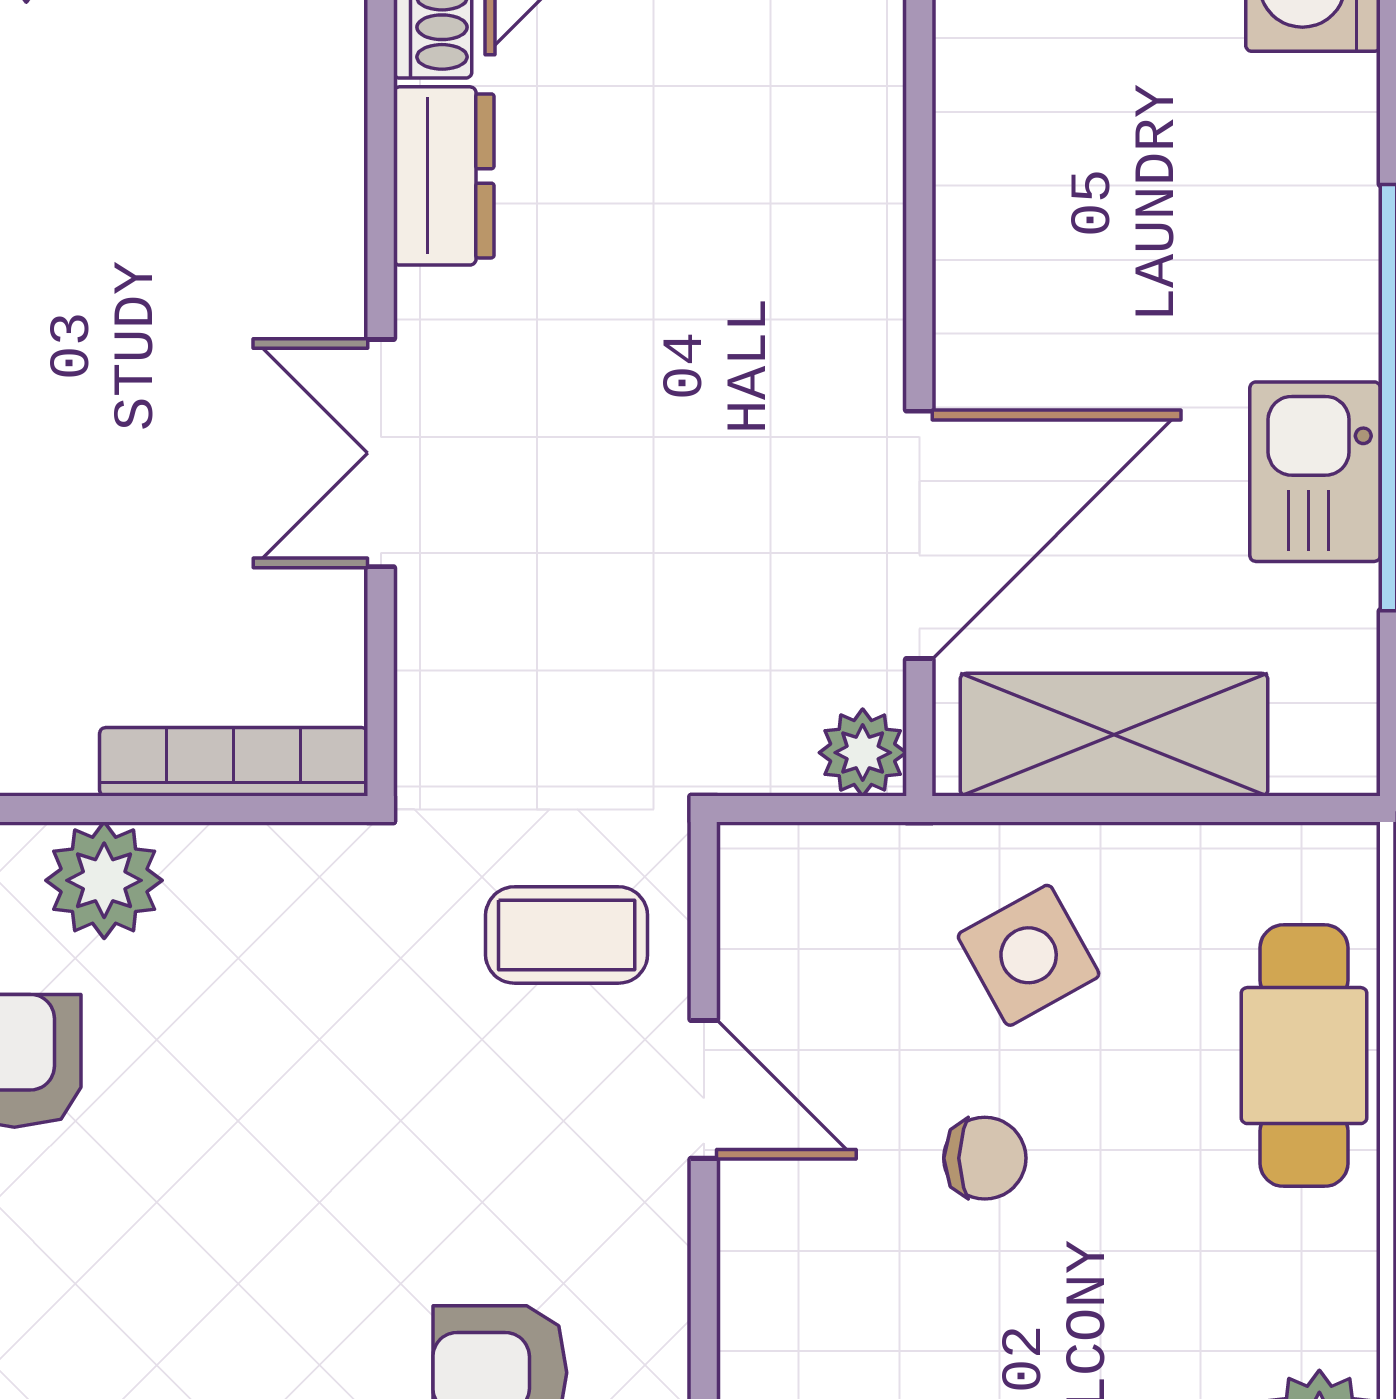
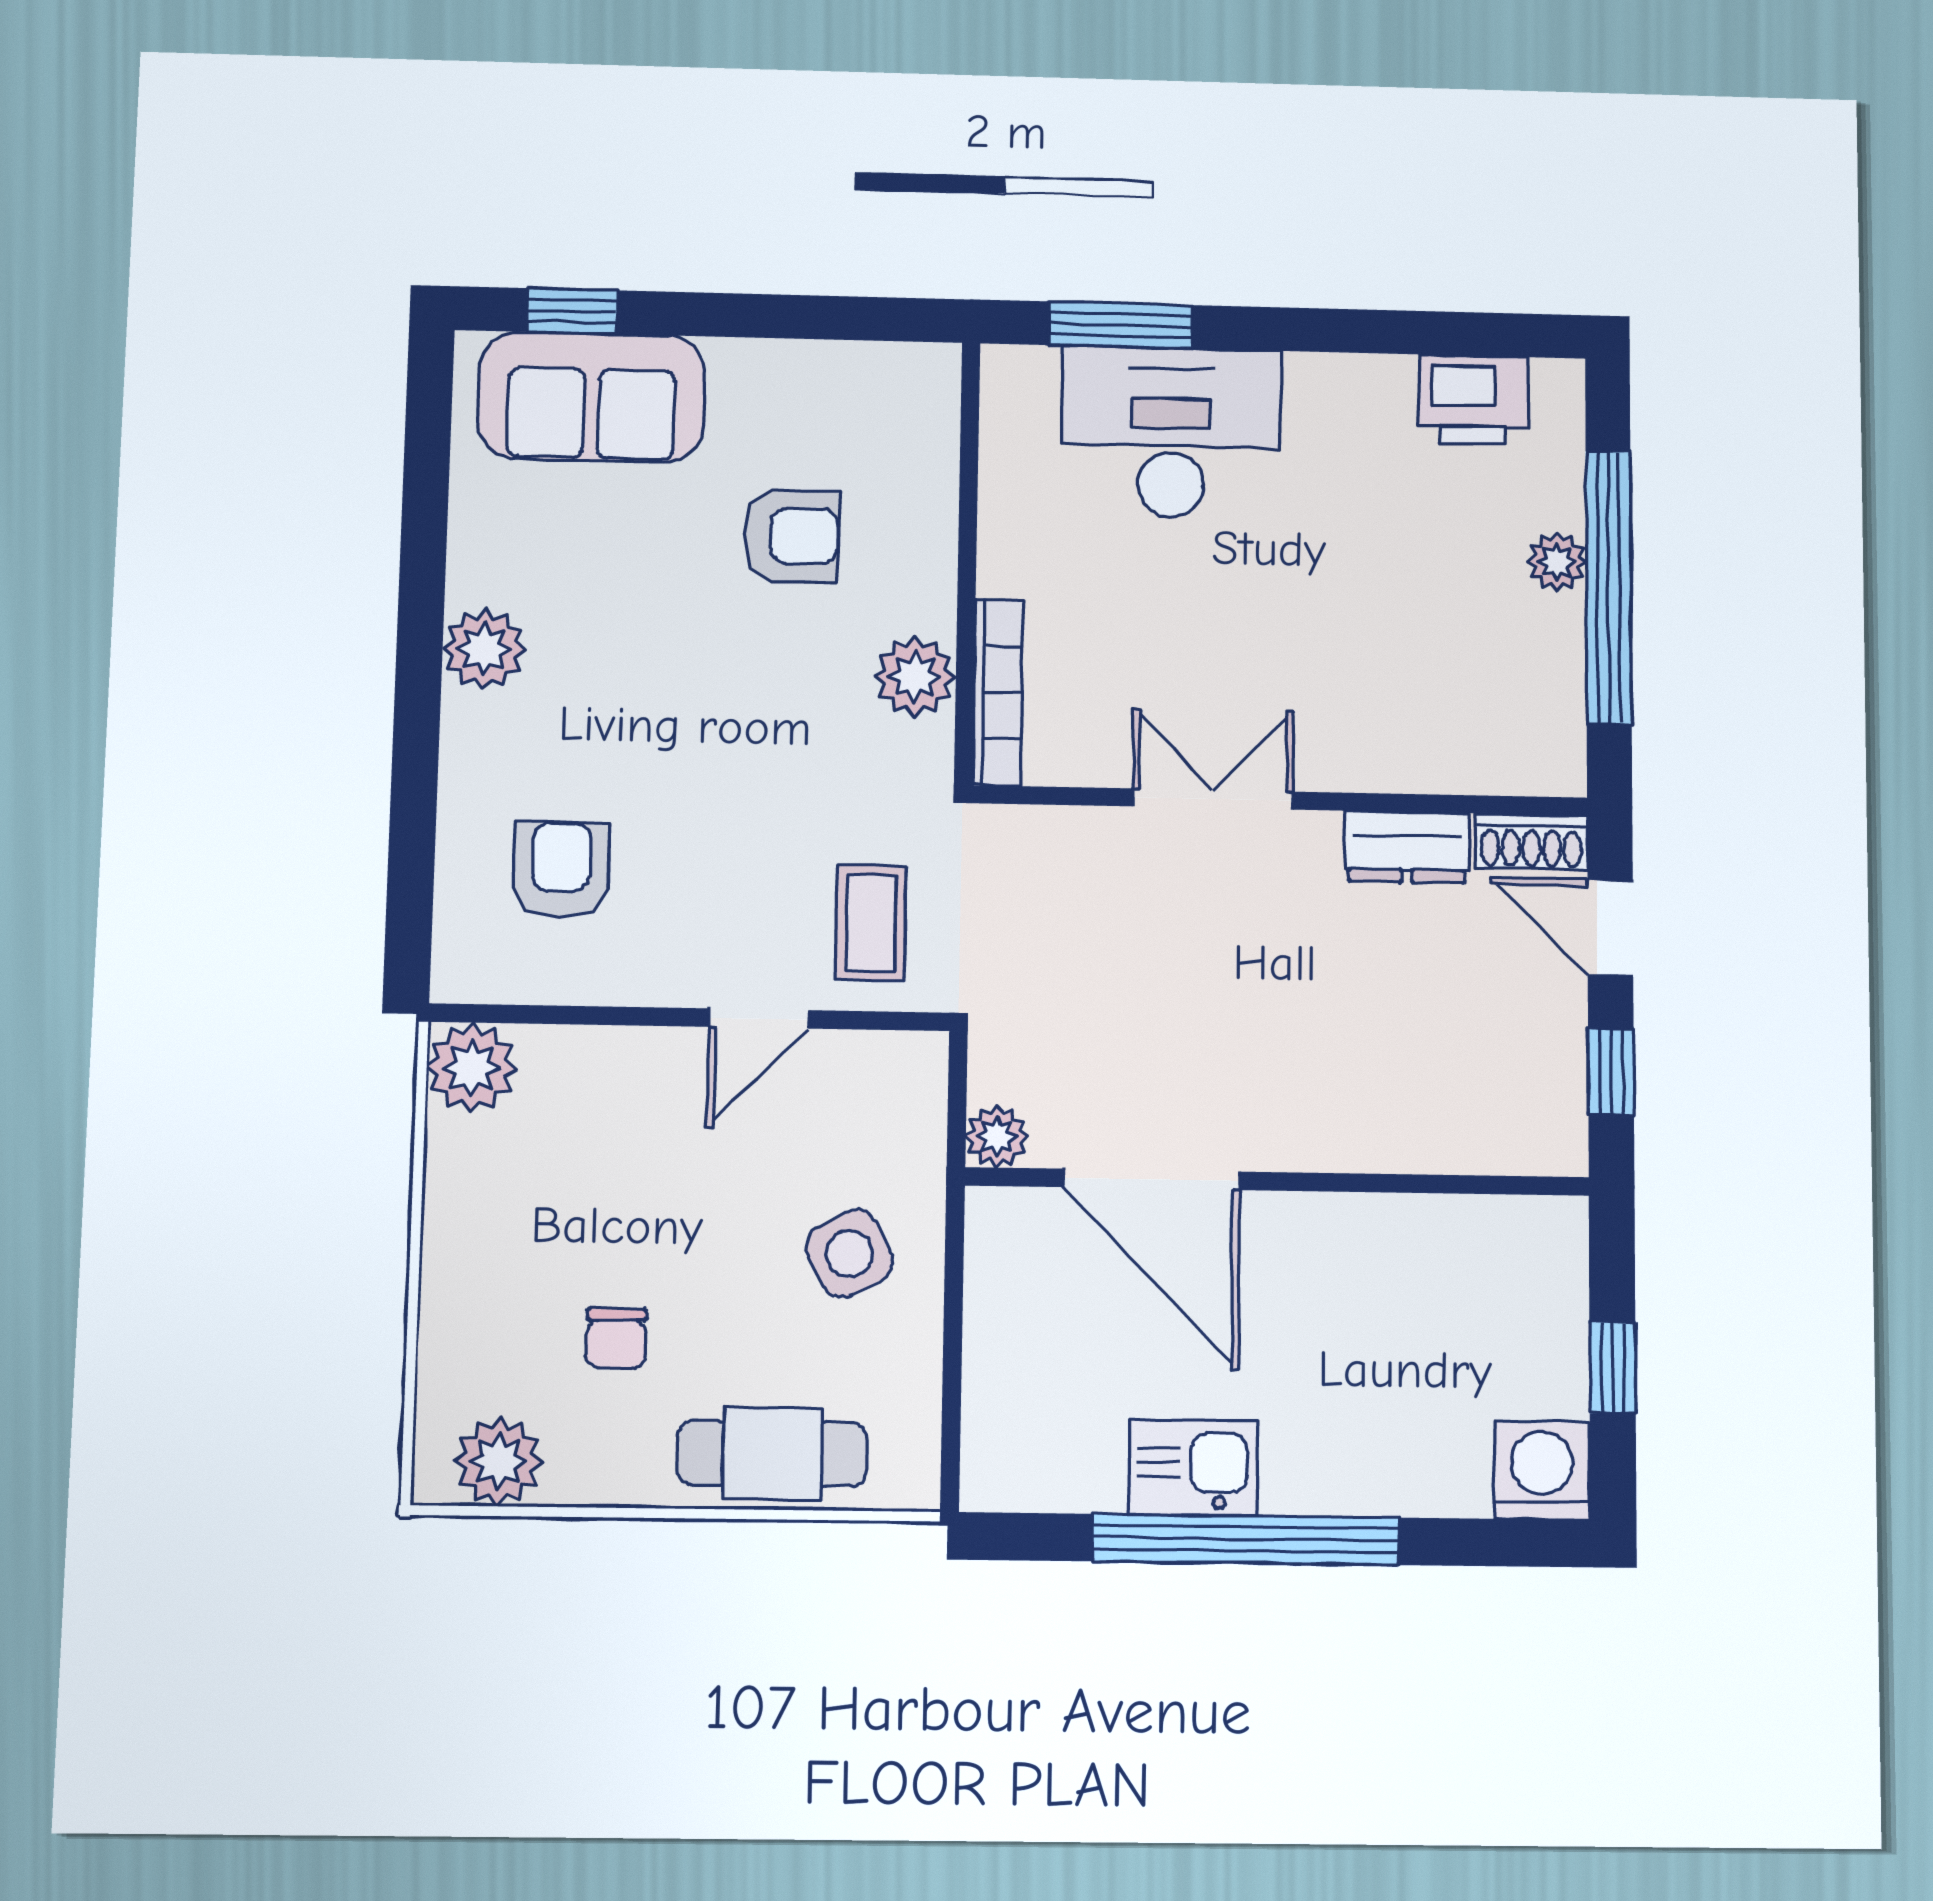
shelving: (1114, 735) -> (1006, 1318), removed
plant: (104, 880) -> (915, 677), moved
chair: (985, 1158) -> (616, 1339), moved

